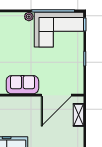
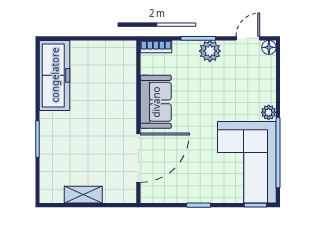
door: (56, 95) -> (138, 158), swing flipped
shelving: (78, 115) -> (83, 195), moved

